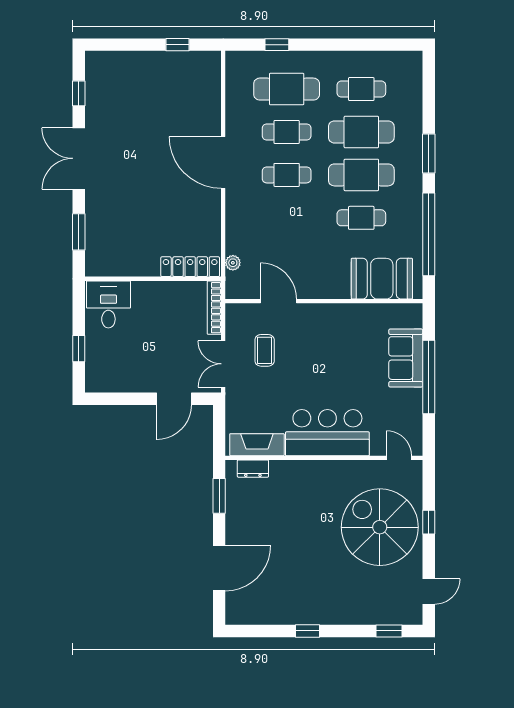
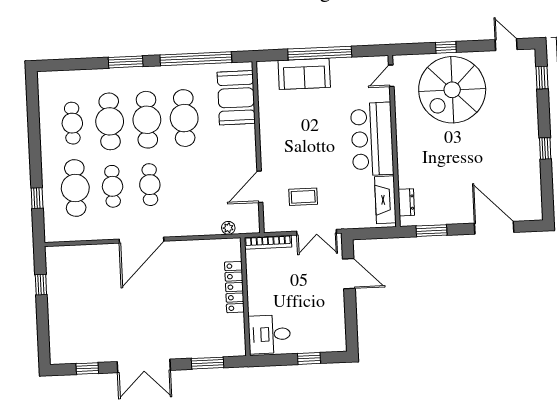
cafe table: (361, 218) -> (184, 118), width x1.37, depth x1.35
locker: (190, 267) -> (234, 287), moved

